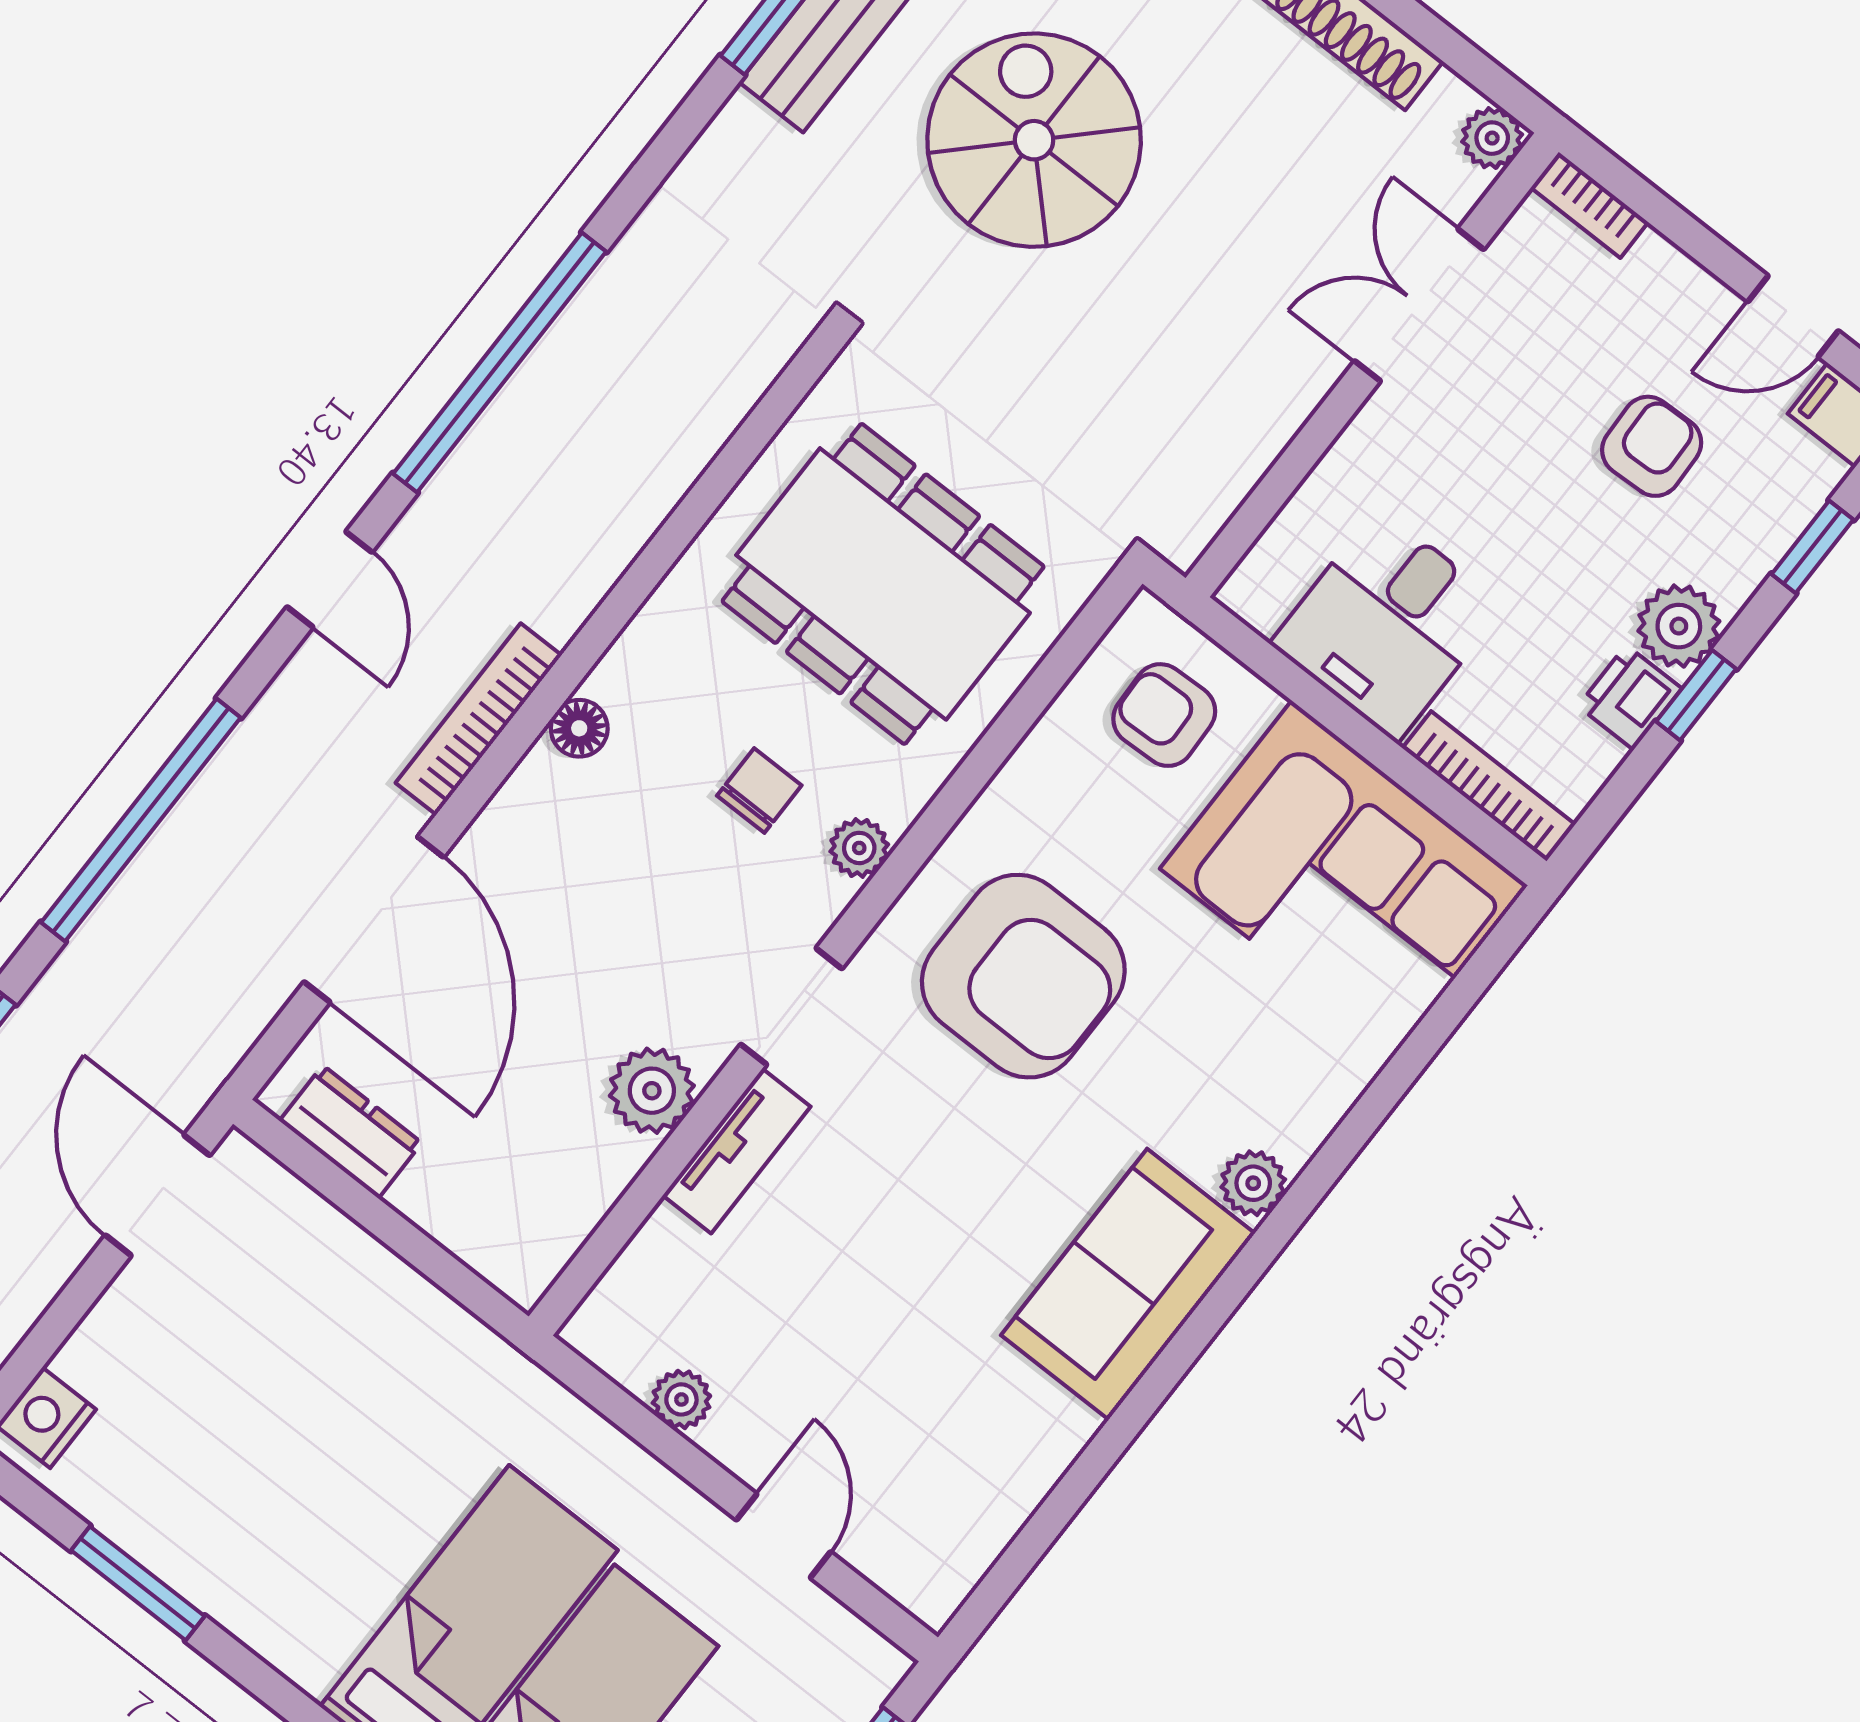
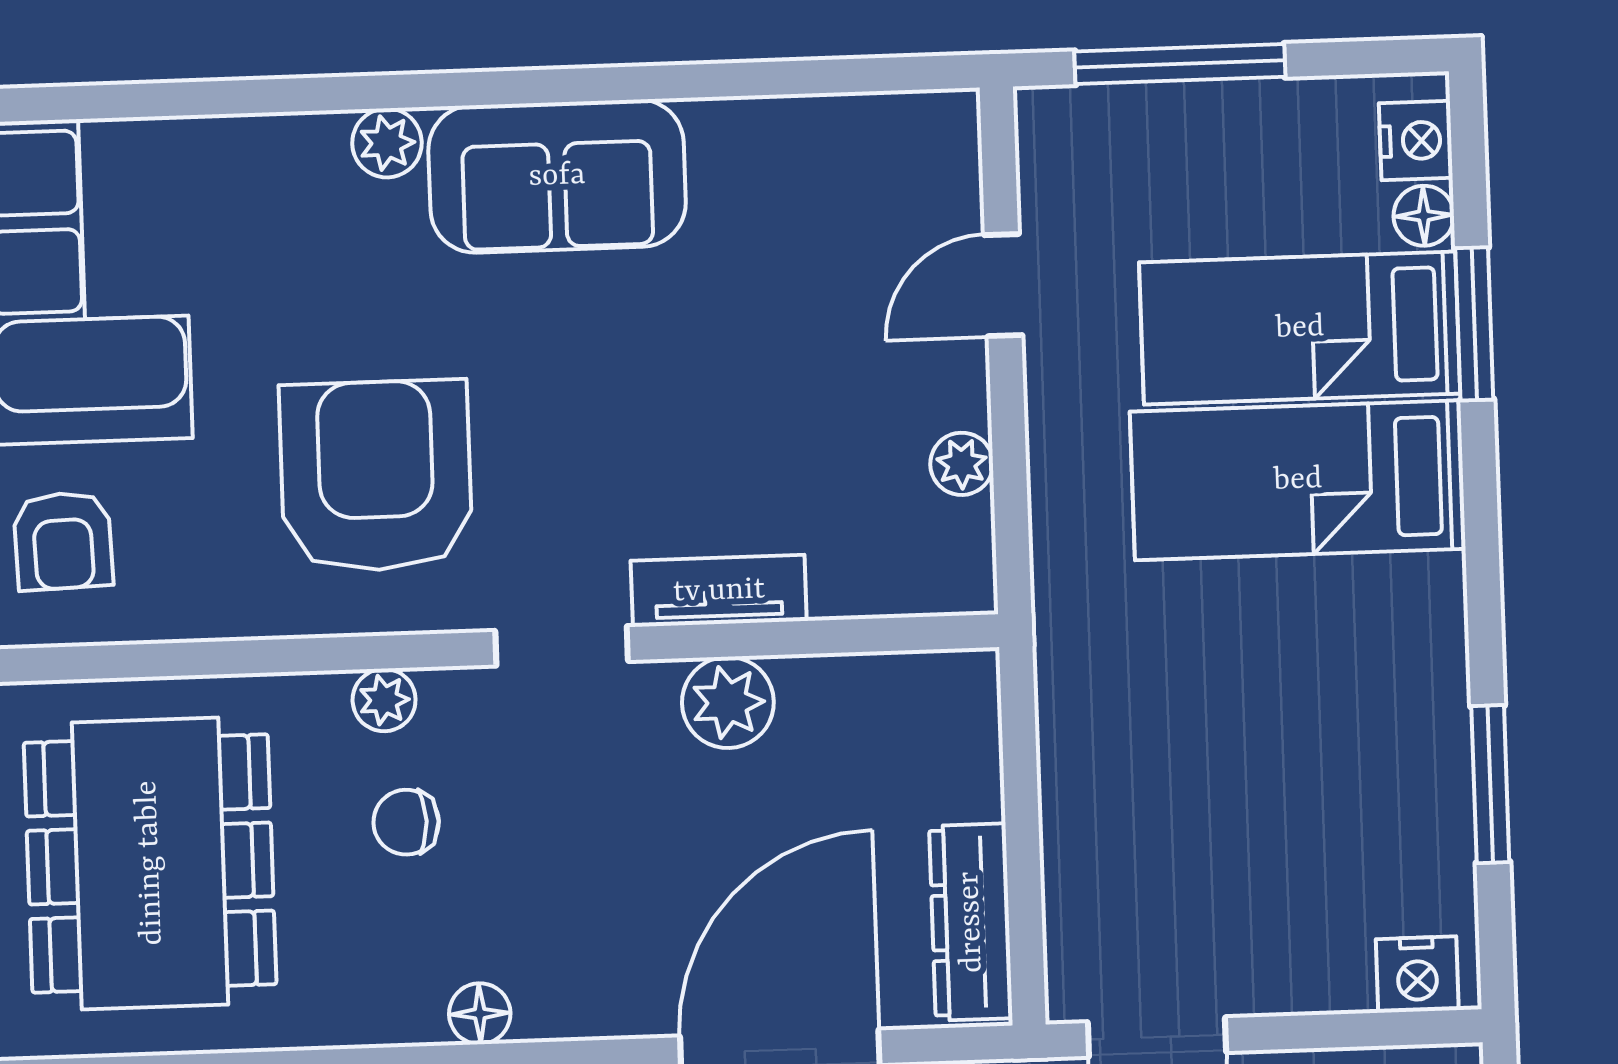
dresser: (351, 1132) -> (971, 922), width x1.44

